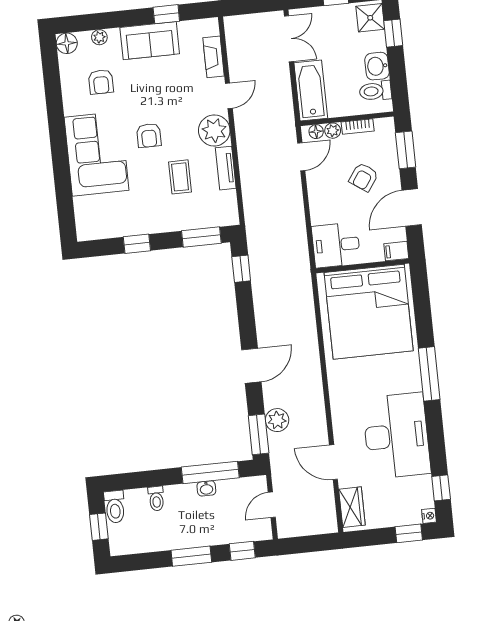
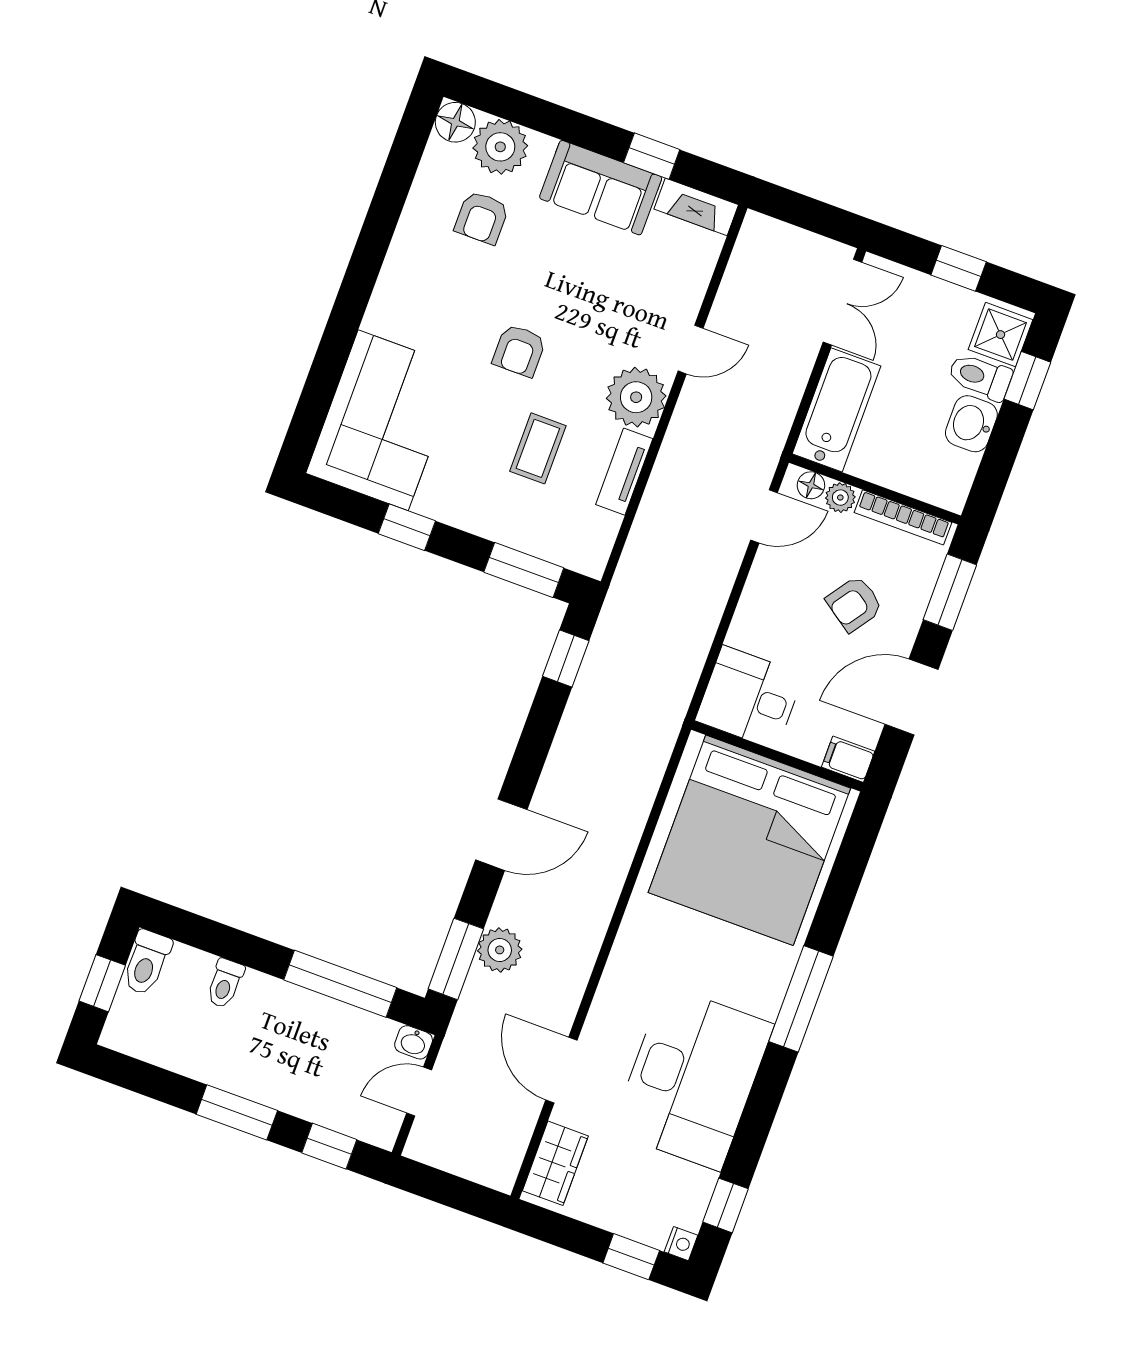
plant: (99, 37) -> (500, 147), width x1.87, depth x1.87
fireplace: (214, 57) -> (696, 207), moved, turned -90
toilet: (375, 91) -> (980, 377), moved
bookcase: (358, 126) -> (903, 517), width x1.56
corner sofa: (97, 154) -> (383, 420), moved
washbasin: (206, 488) -> (414, 1042), moved

